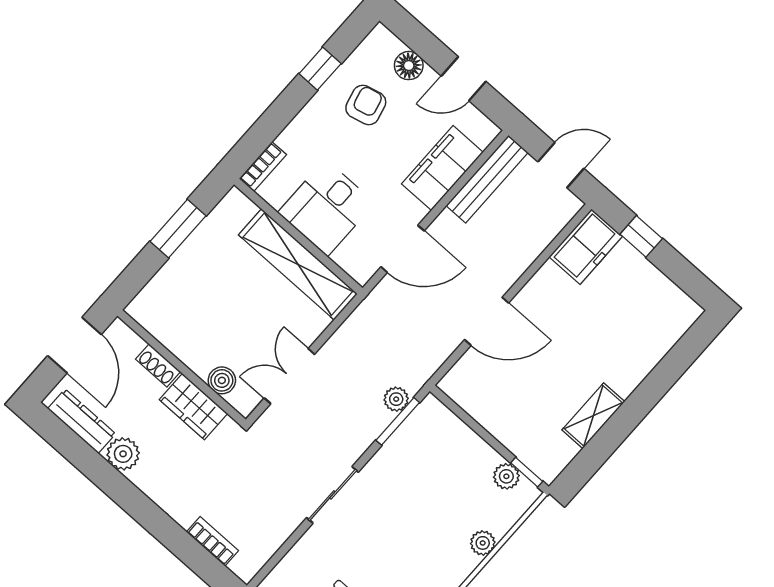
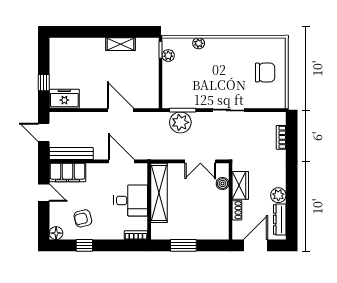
floor lamp: (409, 66) -> (56, 233), moved
filing cabinet: (442, 168) -> (68, 173), moved
plant: (396, 399) -> (180, 122), width x1.88, depth x1.88

